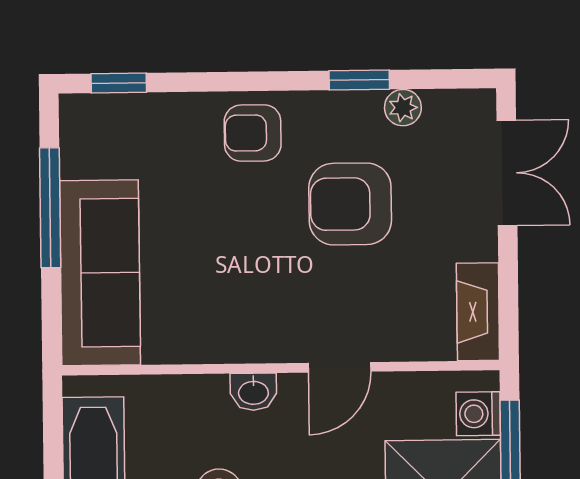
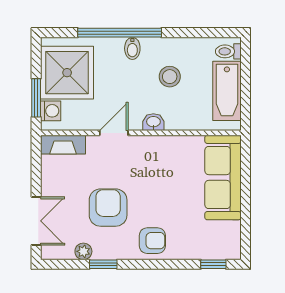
double door: (507, 173) -> (36, 221), swing flipped
armchair: (350, 204) -> (108, 208), turned -90
window: (50, 208) -> (245, 208), removed
fireplace: (478, 312) -> (63, 145), moved, turned 90

